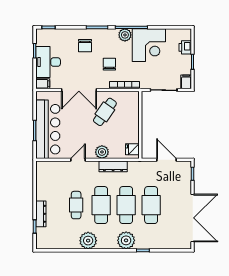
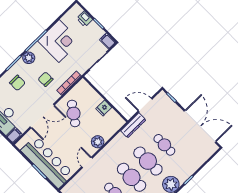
plant: (125, 35) -> (29, 58), moved
fridge: (132, 149) -> (104, 108), moved
dresser: (113, 166) -> (133, 125), moved
cafe table: (151, 205) -> (164, 145), width x0.73, depth x0.74

